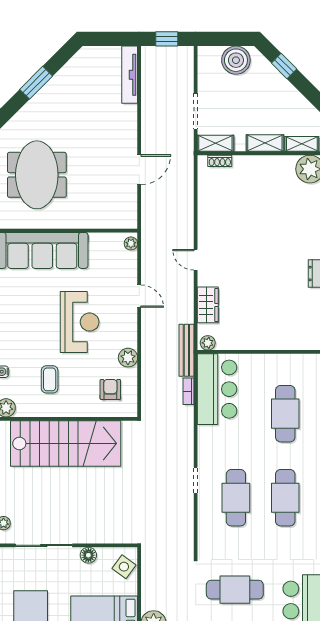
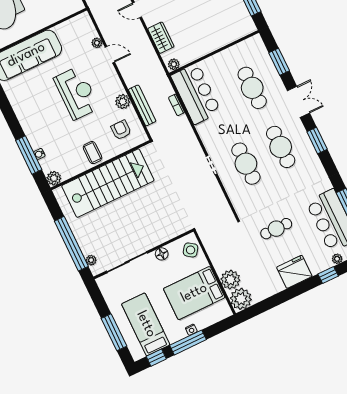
plant: (131, 243) -> (97, 43), moved
bench: (186, 350) -> (142, 105), moved
coffee table: (50, 379) -> (92, 153), moved
cafe table: (235, 590) -> (276, 229), width x0.73, depth x0.74

